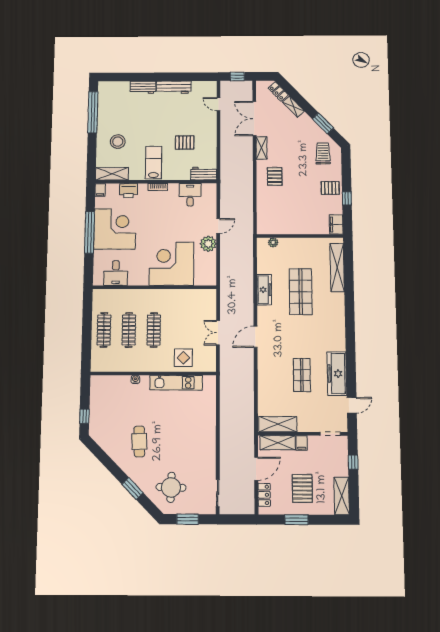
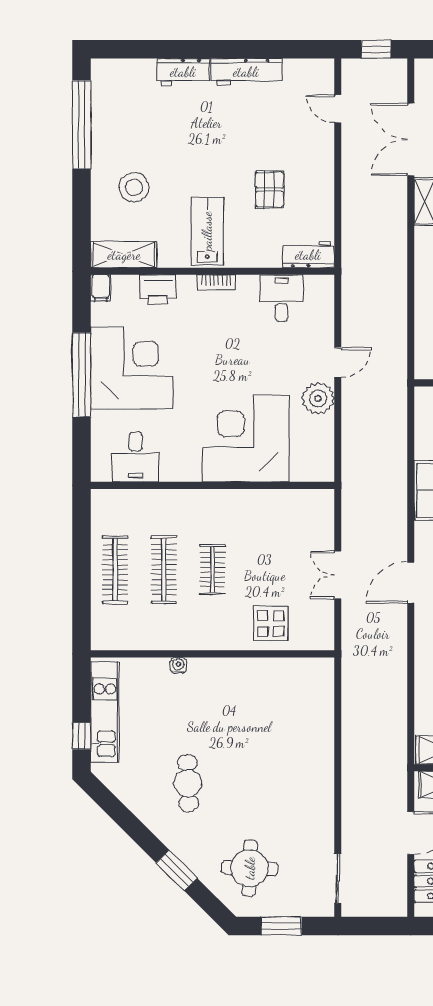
pallet: (185, 143) -> (269, 190), turned 90
clothes rail: (154, 330) -> (213, 570), width x0.73
kitchen unit: (176, 383) -> (105, 712), moved, turned -90

